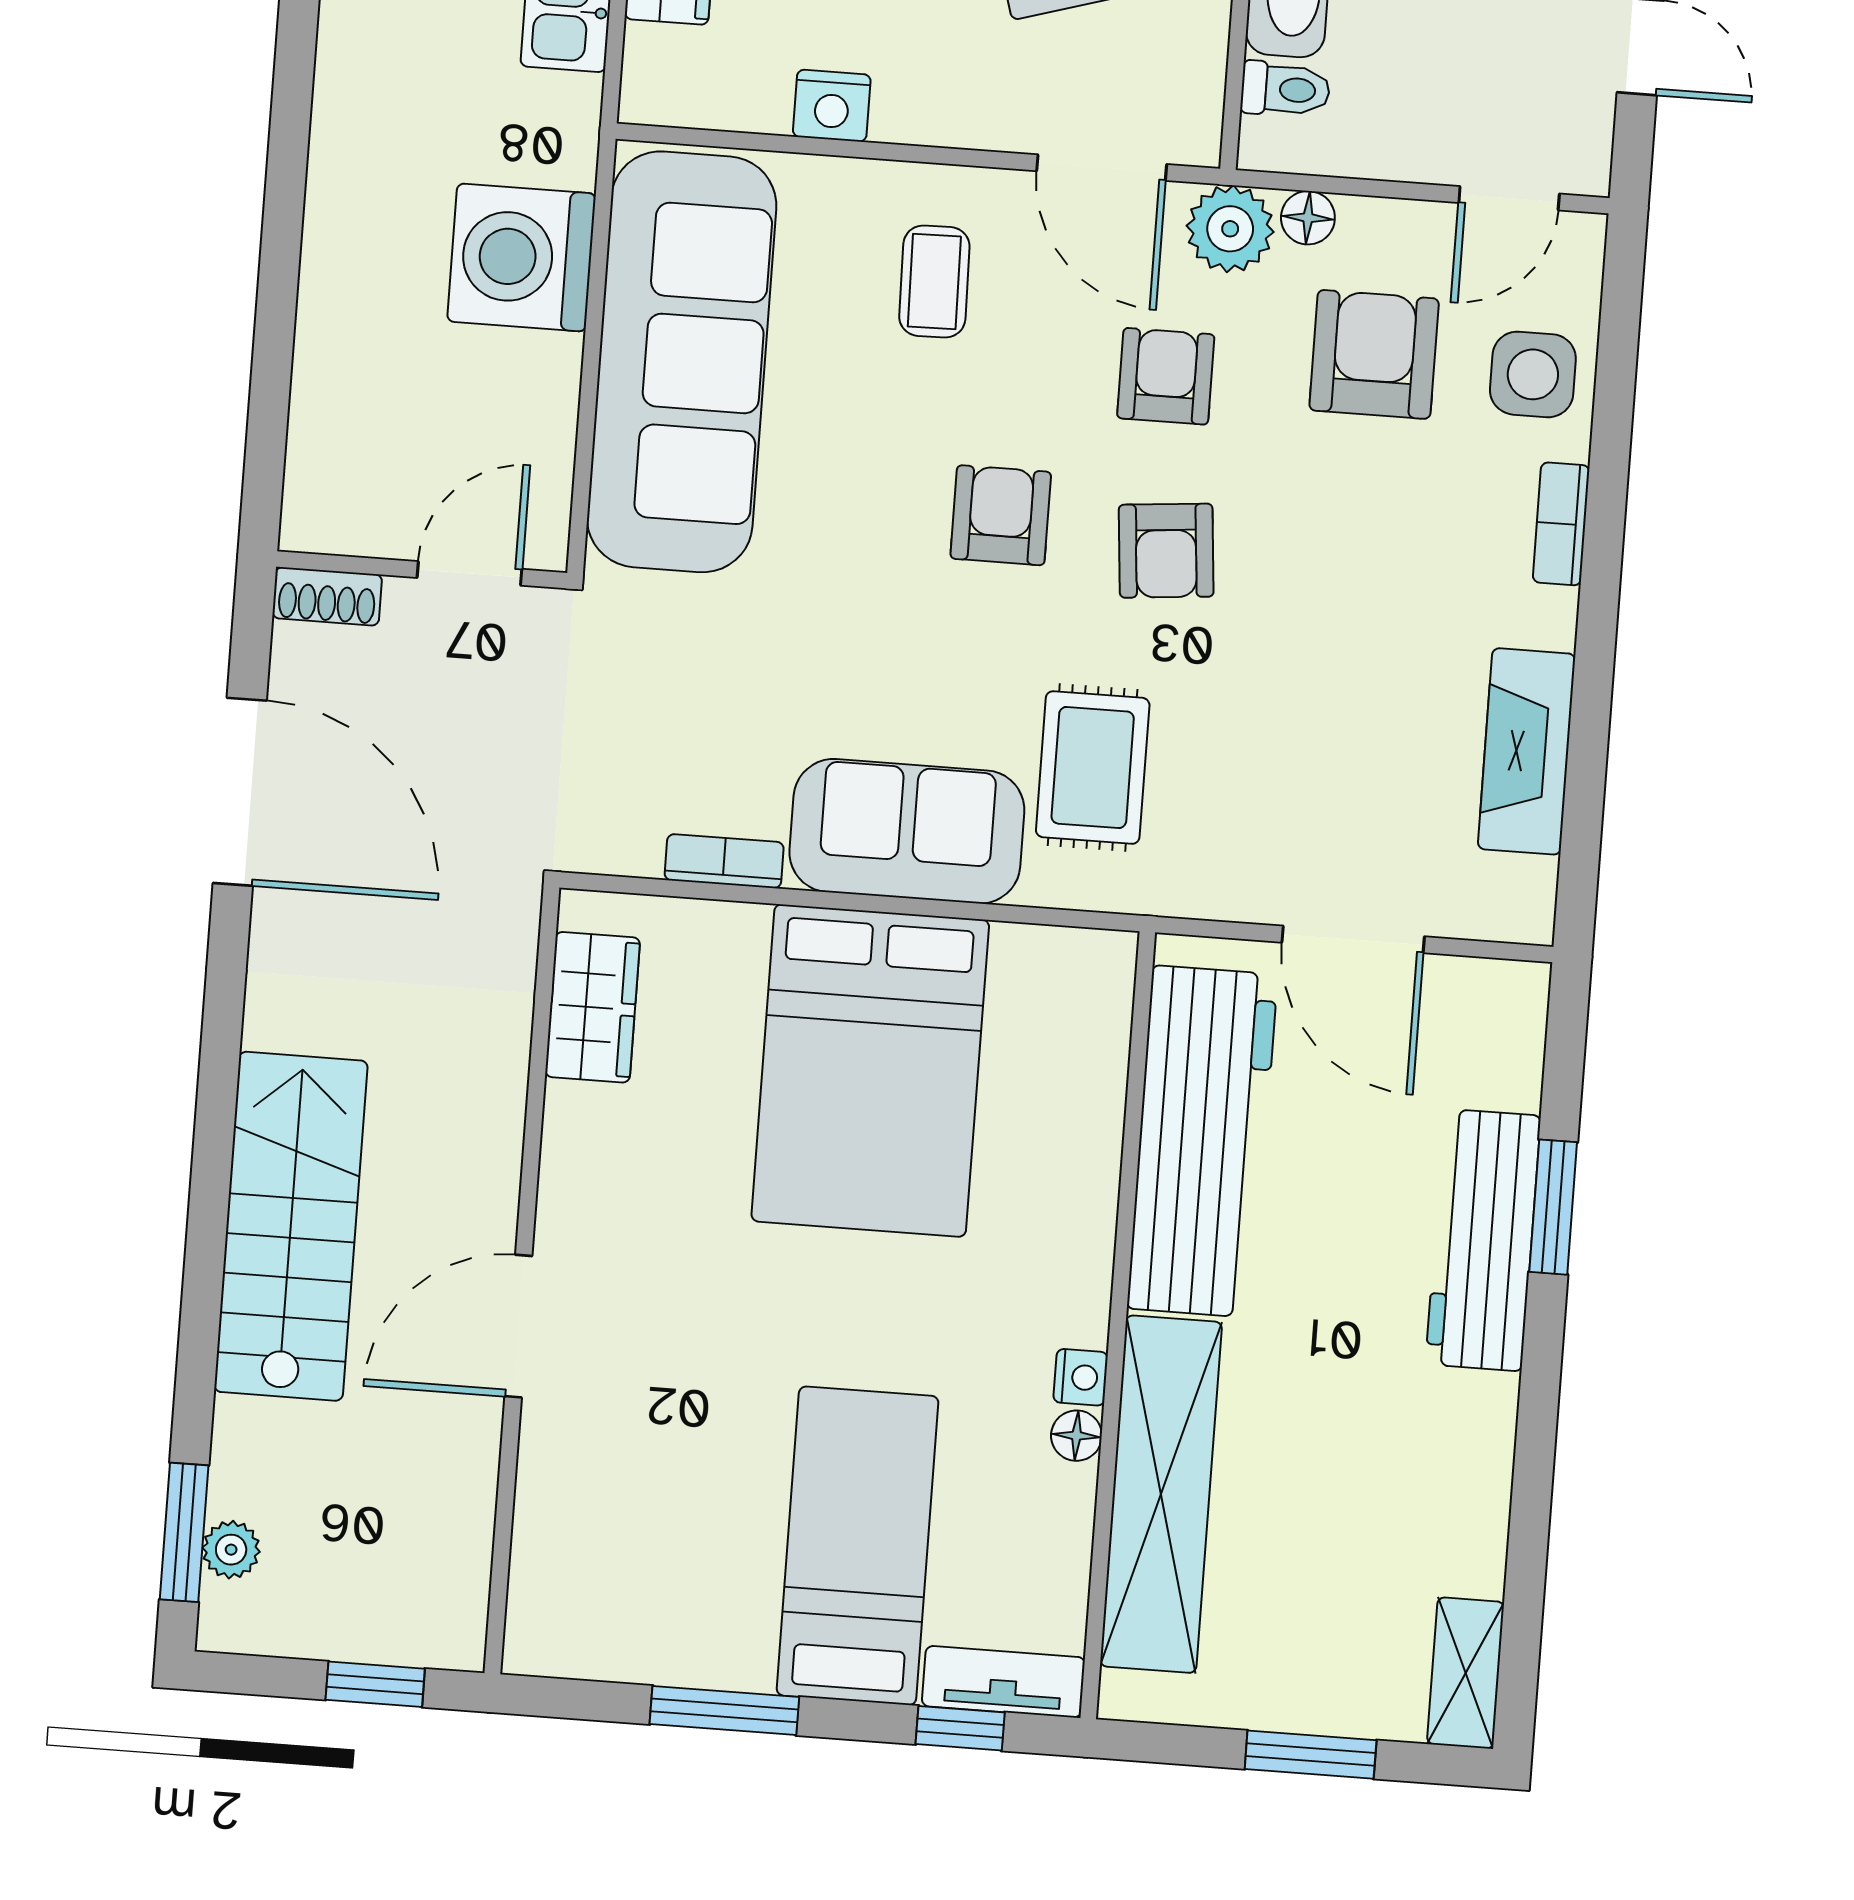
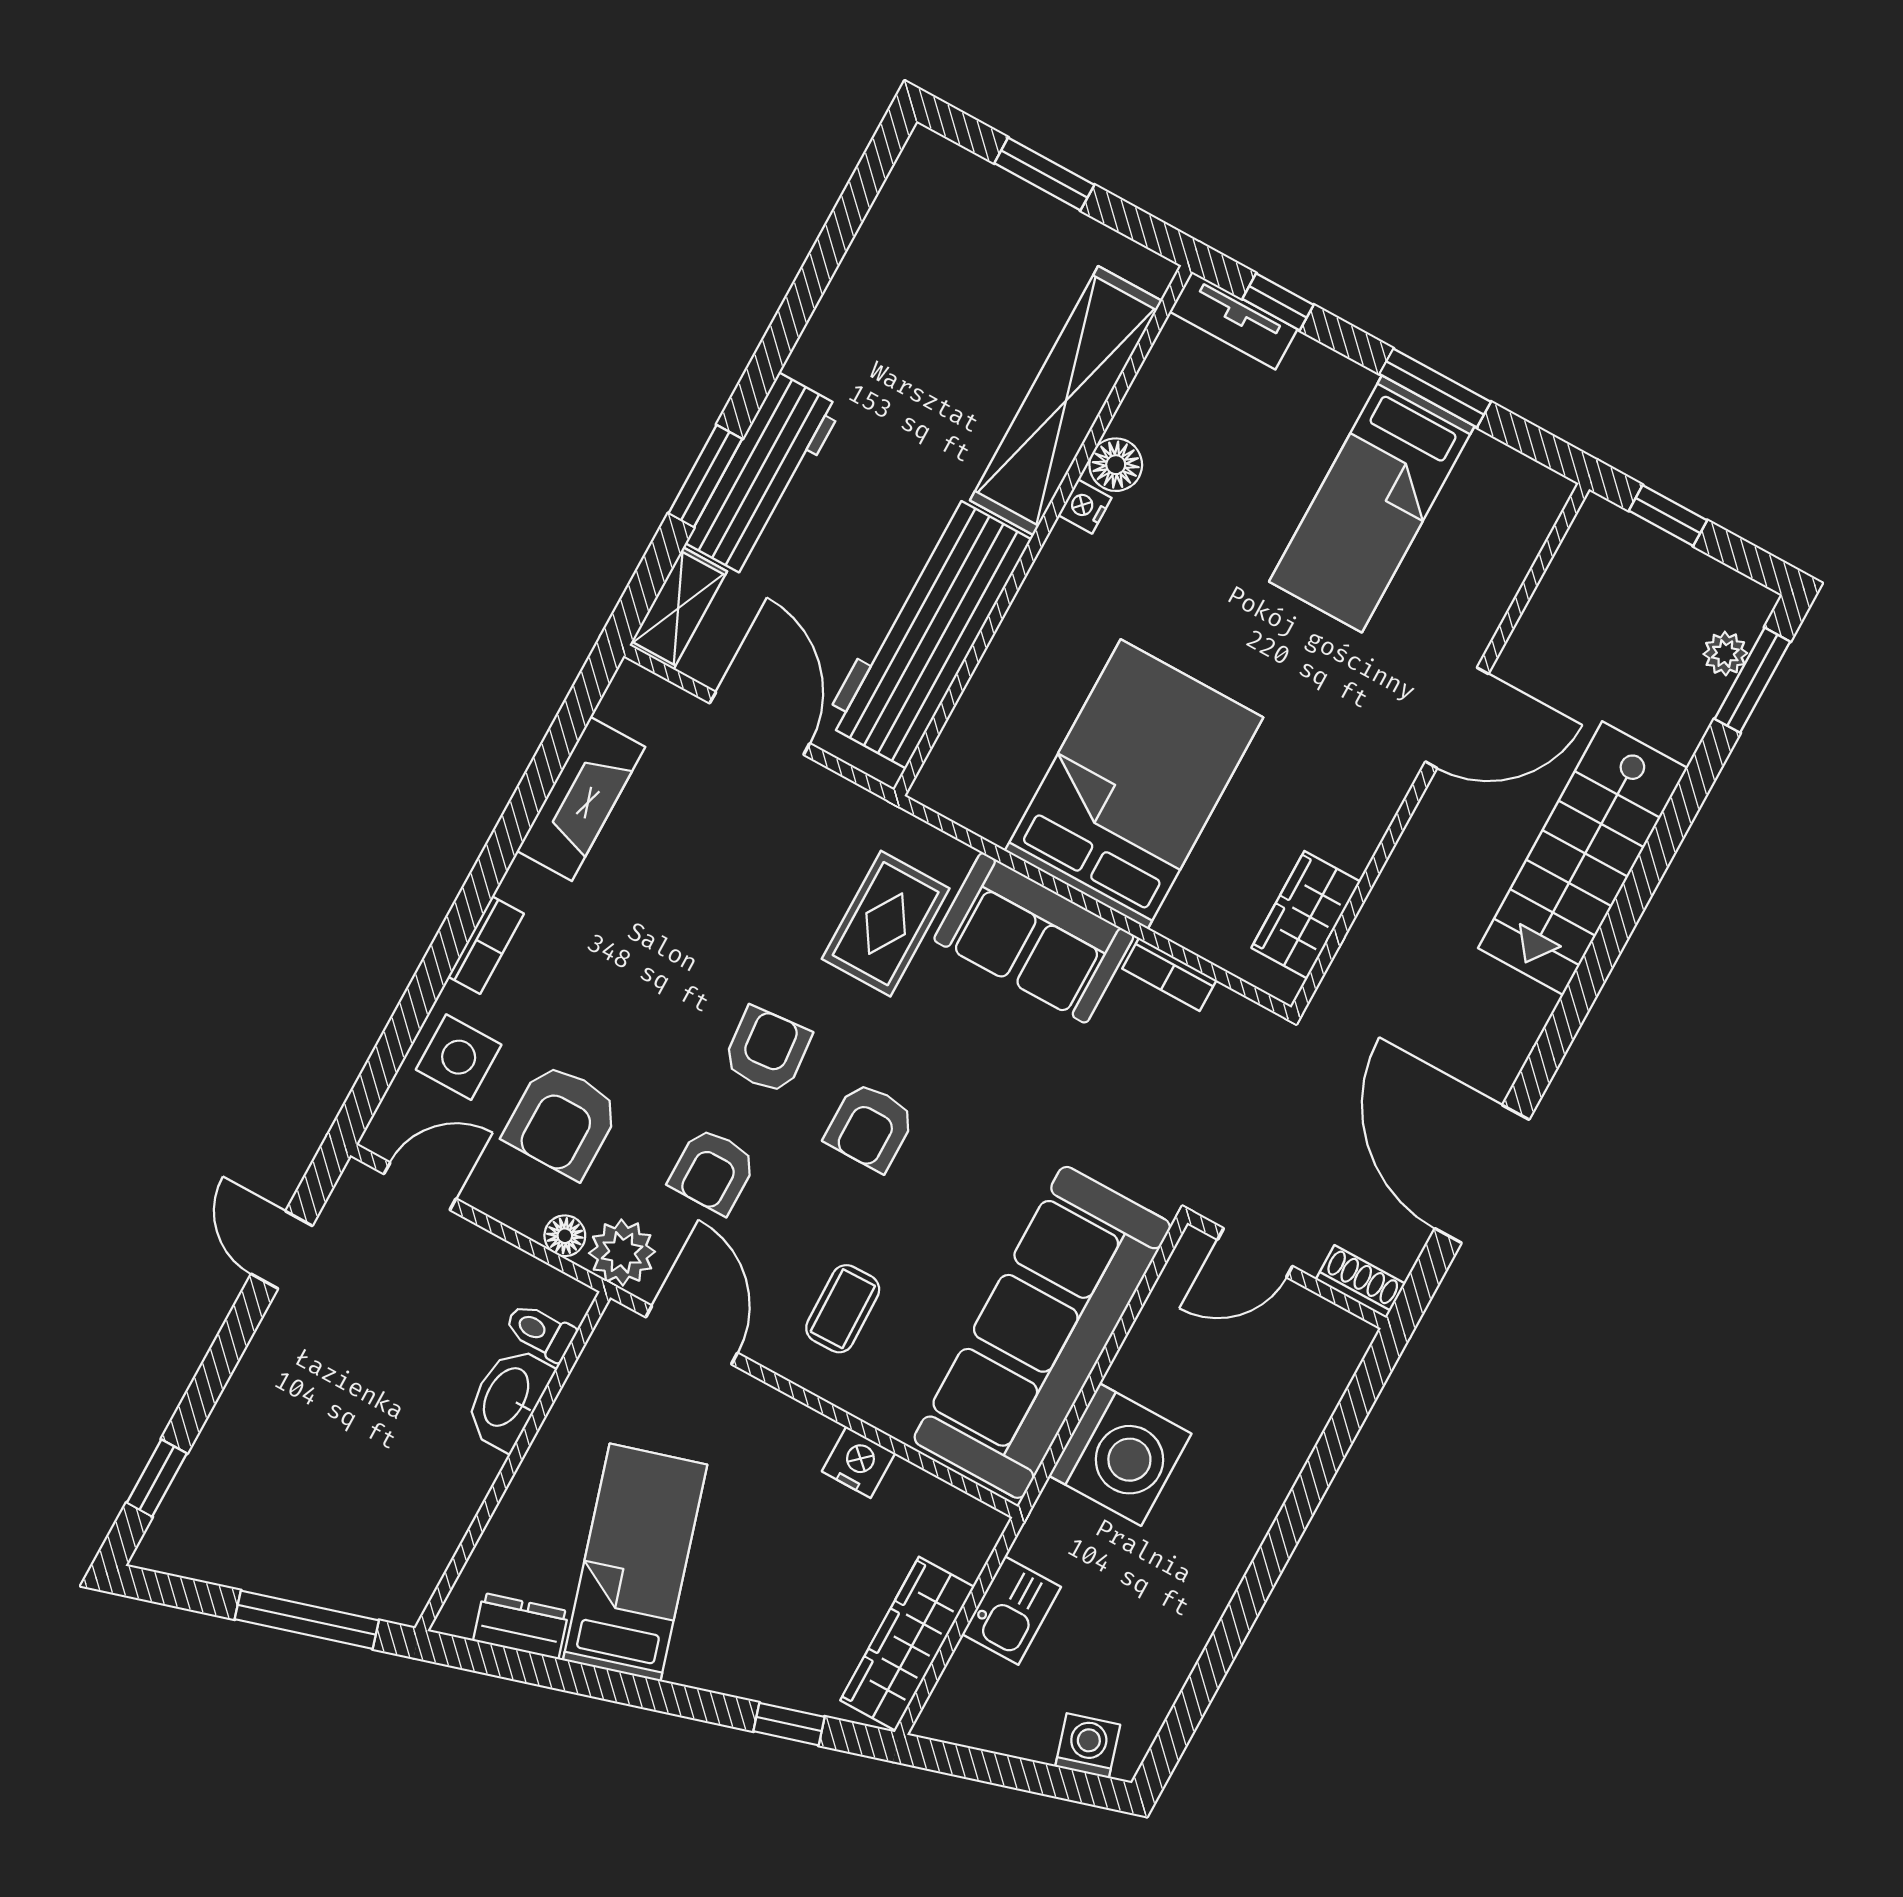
floor lamp: (1076, 1436) -> (1116, 465), width x1.37, depth x1.37
bed: (858, 1546) -> (1372, 504), moved
shelving: (1466, 1673) -> (678, 608), moved

